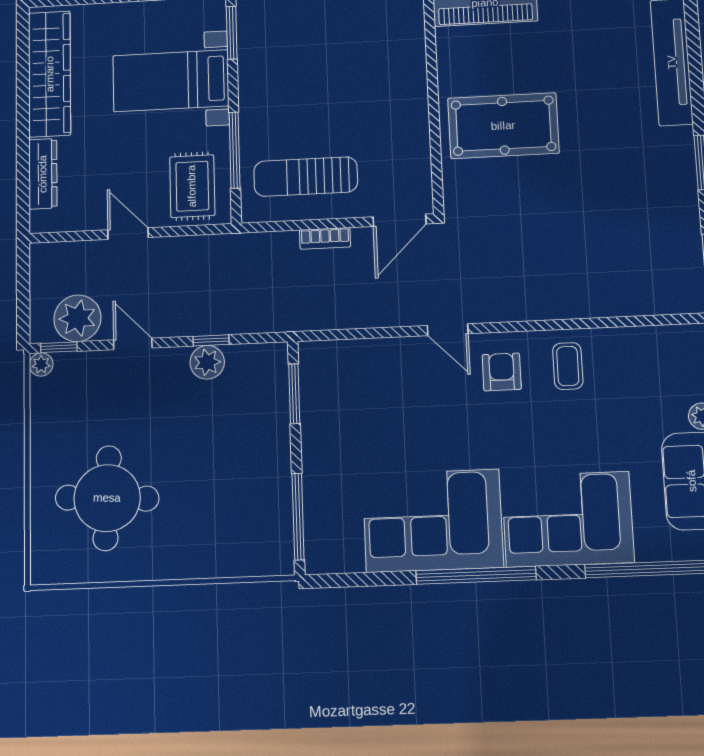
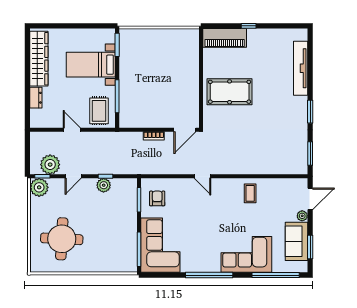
dresser: (43, 174) -> (36, 98), width x0.70
sun lounger: (306, 177) -> (147, 109), removed
door: (133, 344) -> (73, 176), swing flipped
plant: (41, 364) -> (39, 187), width x1.88, depth x1.88
armchair: (502, 372) -> (157, 198), moved
corner sofa: (433, 521) -> (160, 245), moved, turned 90

